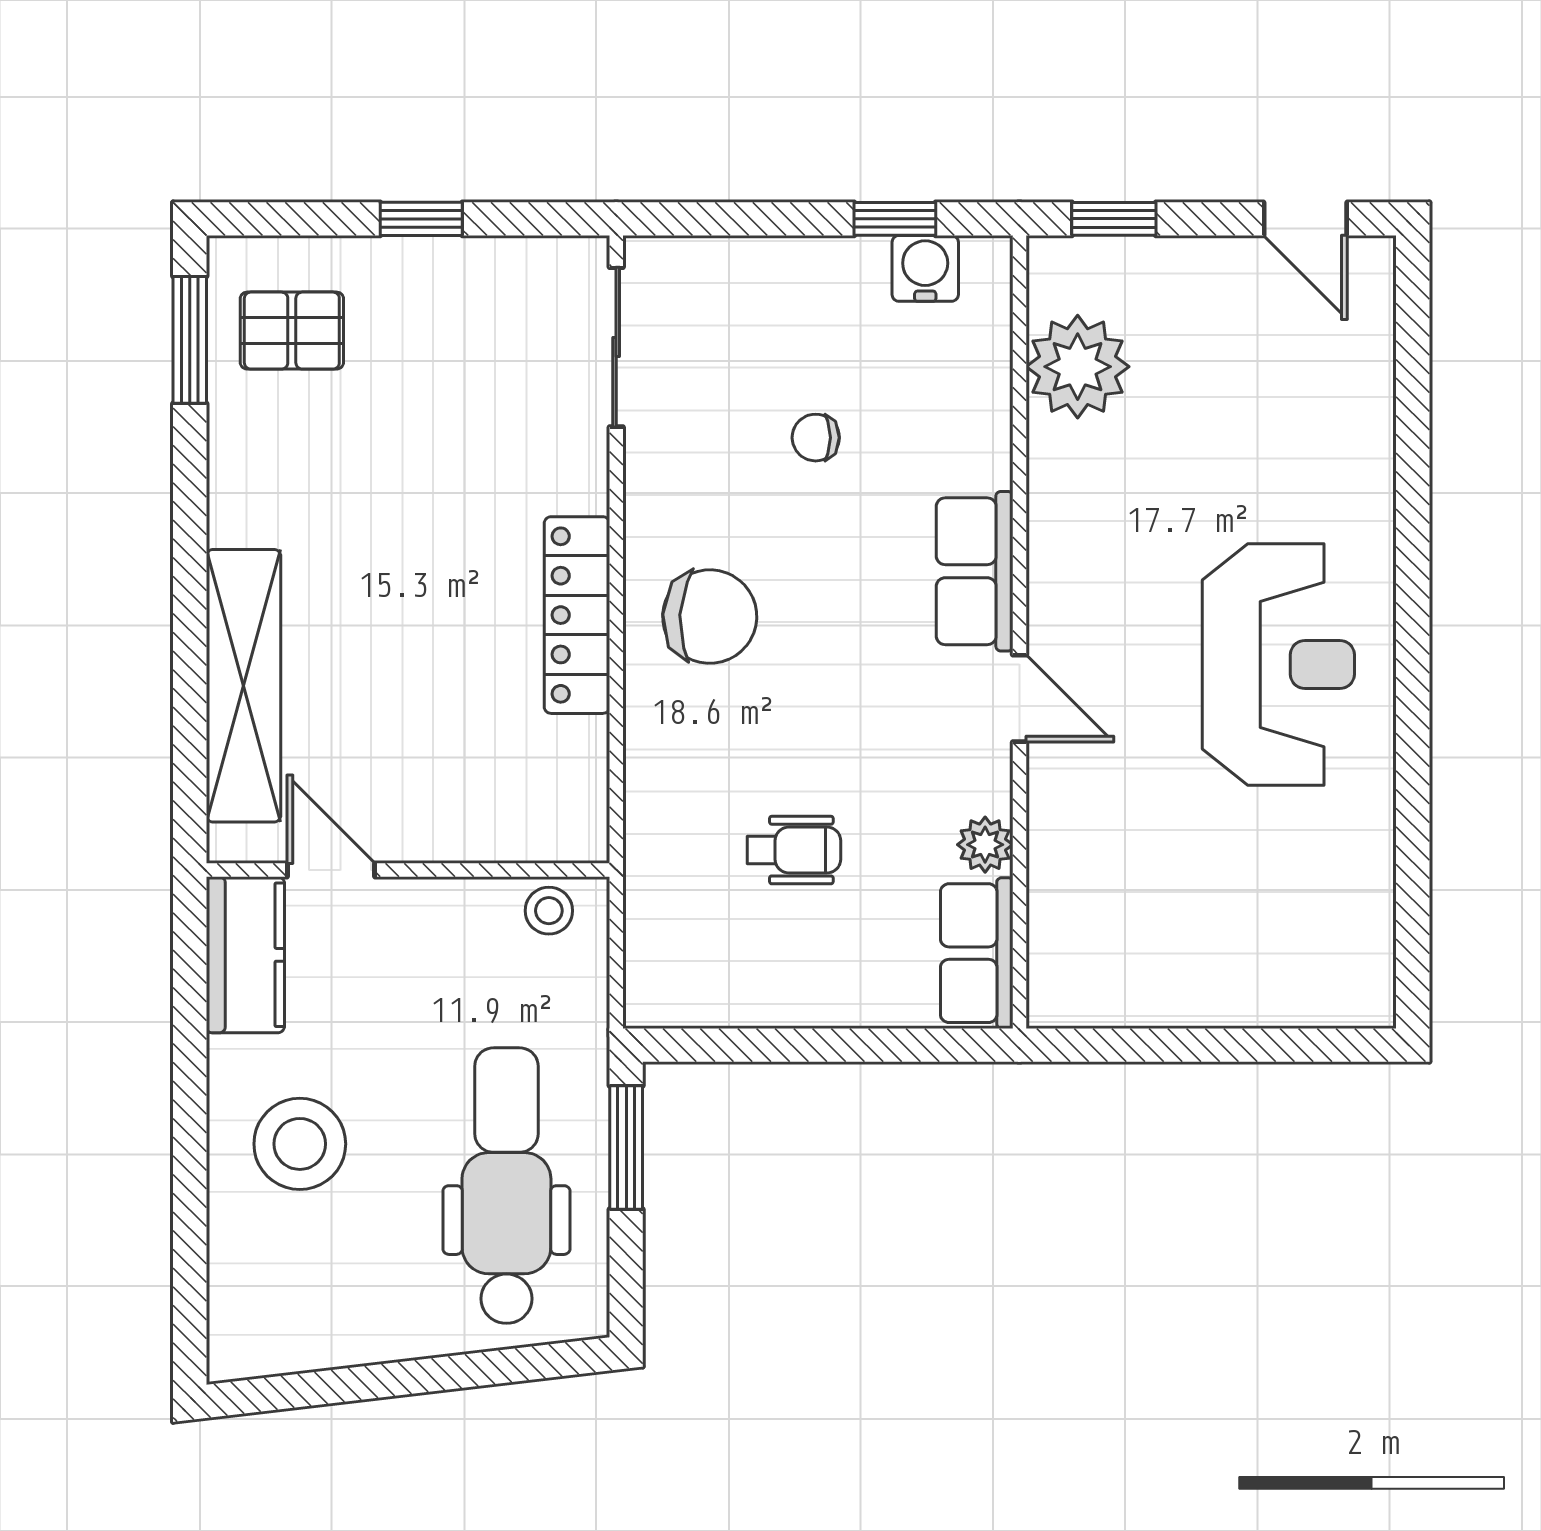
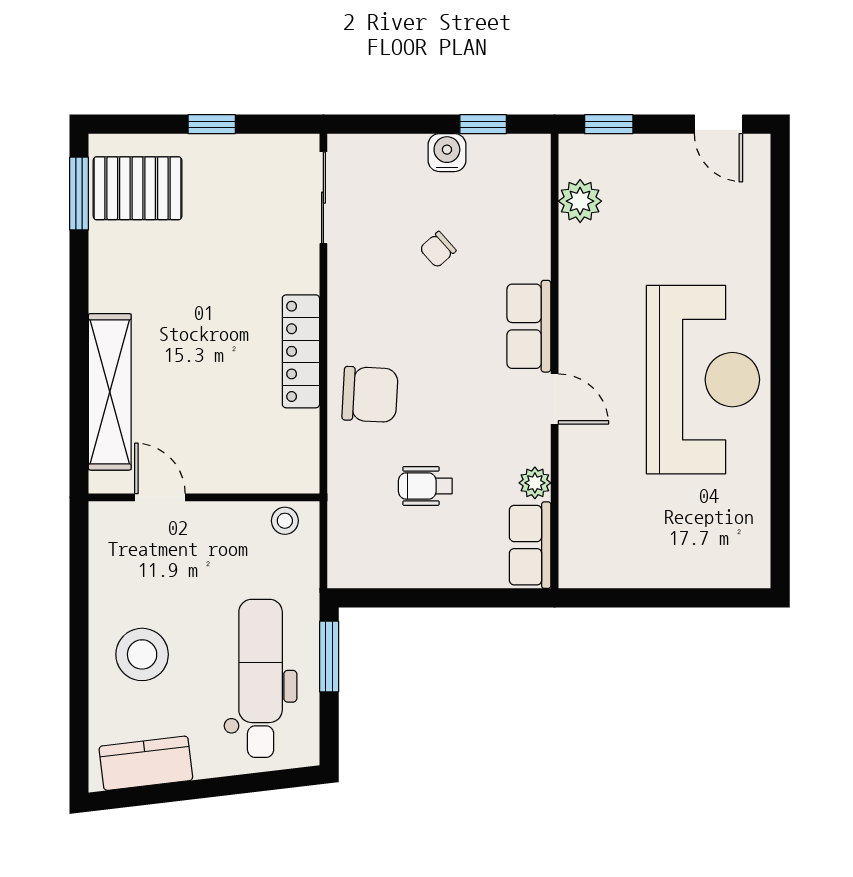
water cooler: (925, 268) -> (447, 153), moved
pallet: (292, 331) -> (138, 188), width x1.50, depth x1.42
plant: (1078, 367) -> (580, 201), width x0.73, depth x0.73
chair: (816, 438) -> (438, 250), turned -42
chair: (710, 617) -> (370, 394), moved
reception desk: (1278, 664) -> (703, 380), width x1.36, depth x1.30
wheelchair: (794, 850) -> (425, 486), turned 180
kitchen counter: (245, 955) -> (146, 763), moved, turned -97

